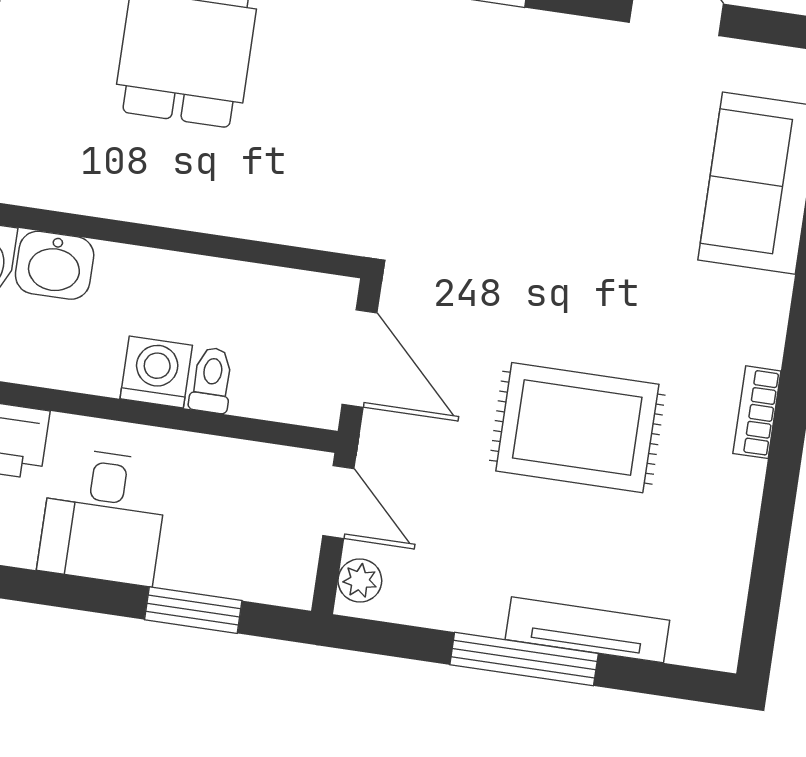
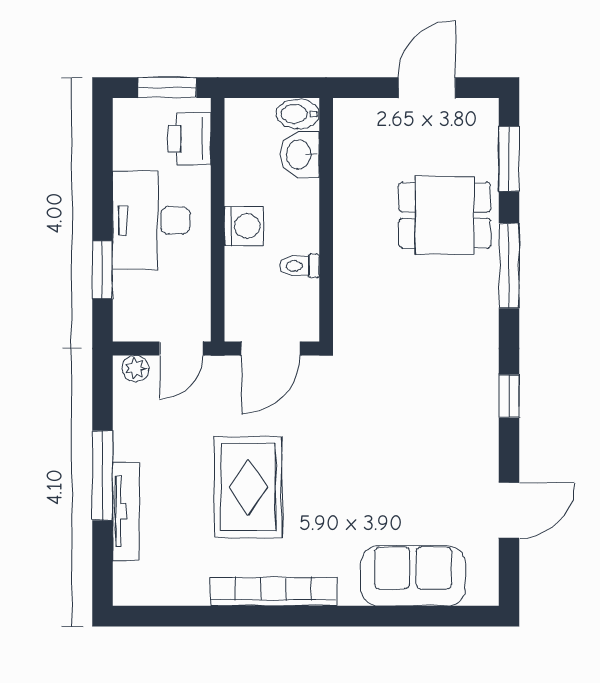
toilet: (212, 380) -> (300, 266), moved, turned 180
bookcase: (757, 412) -> (273, 592), width x2.31, depth x1.31
desk: (103, 516) -> (151, 220), width x1.37

